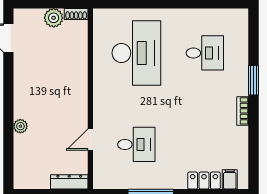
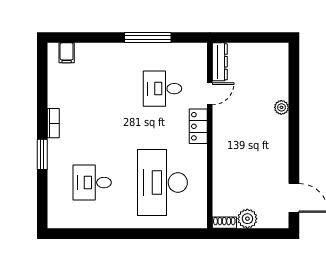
locker: (204, 181) -> (198, 126), moved, turned 90
dresser: (69, 182) -> (220, 62), moved, turned -90

